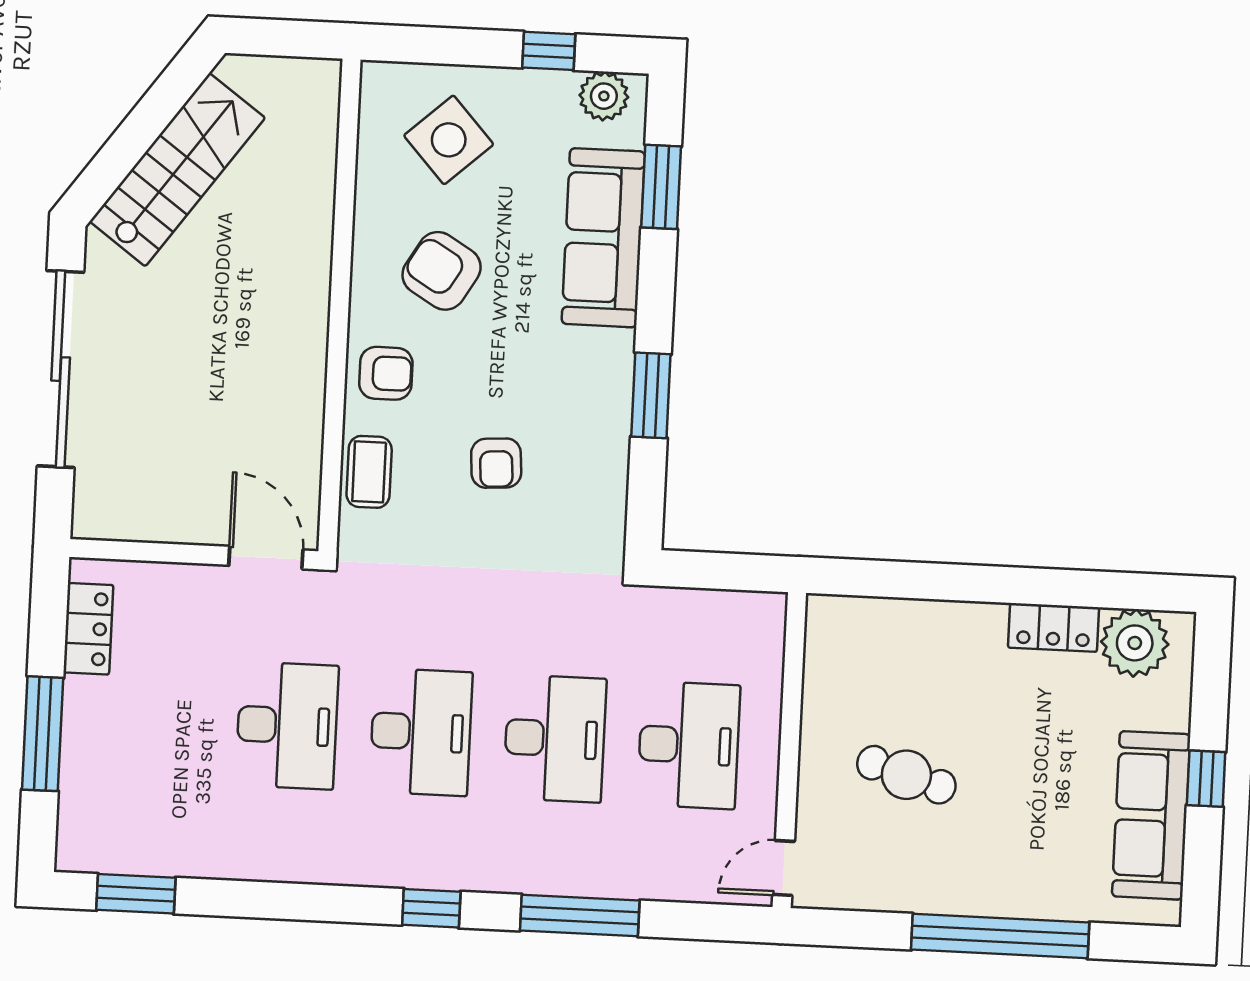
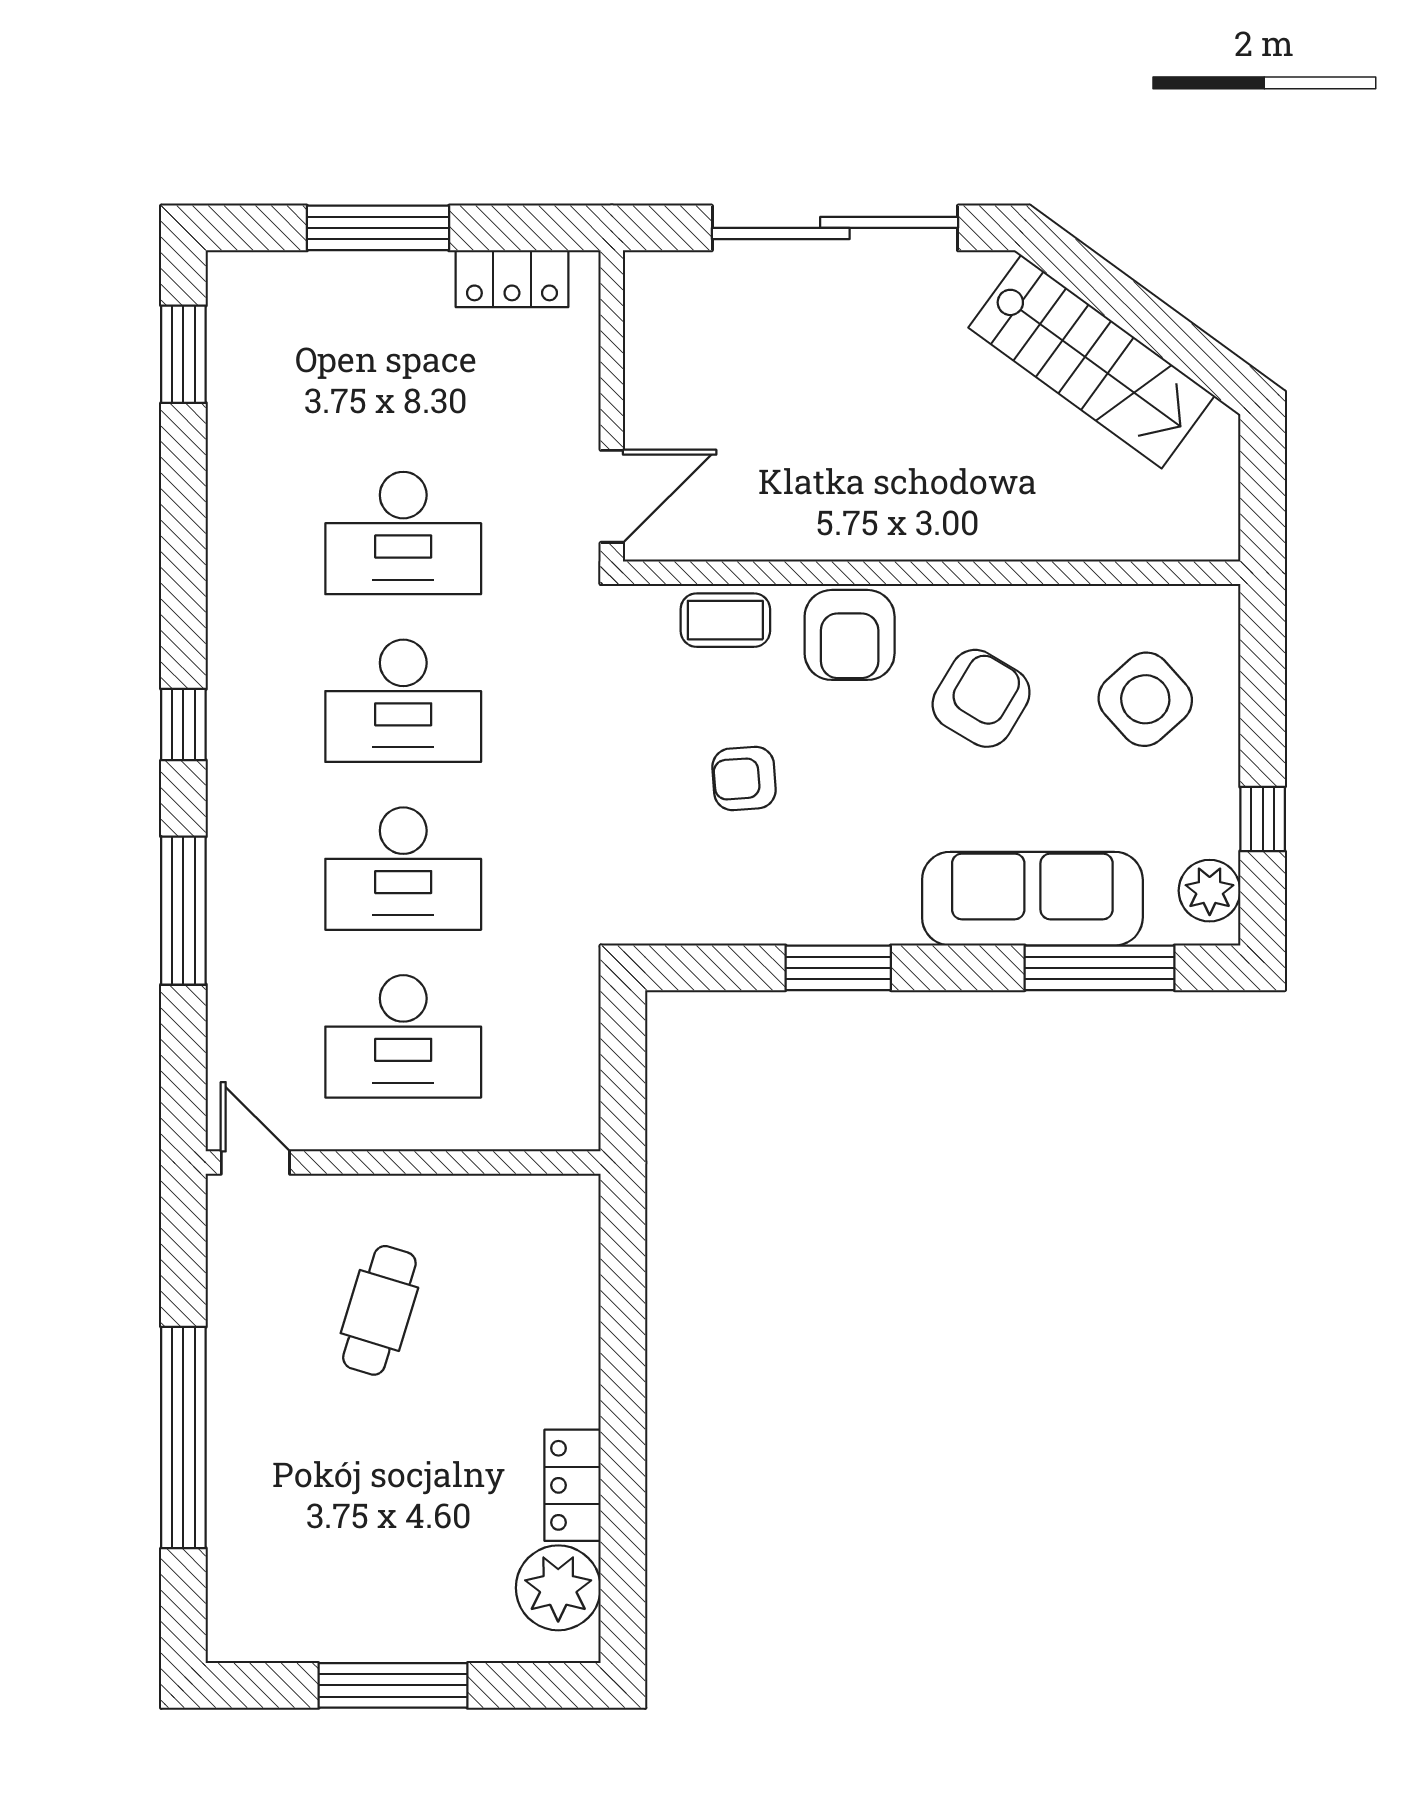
window: (661, 187) -> (1100, 968), width x1.44
armchair: (386, 373) -> (850, 635), width x1.38, depth x1.38
window: (1206, 779) -> (393, 1685), width x2.17
sofa: (1151, 815) -> (344, 1619), removed

